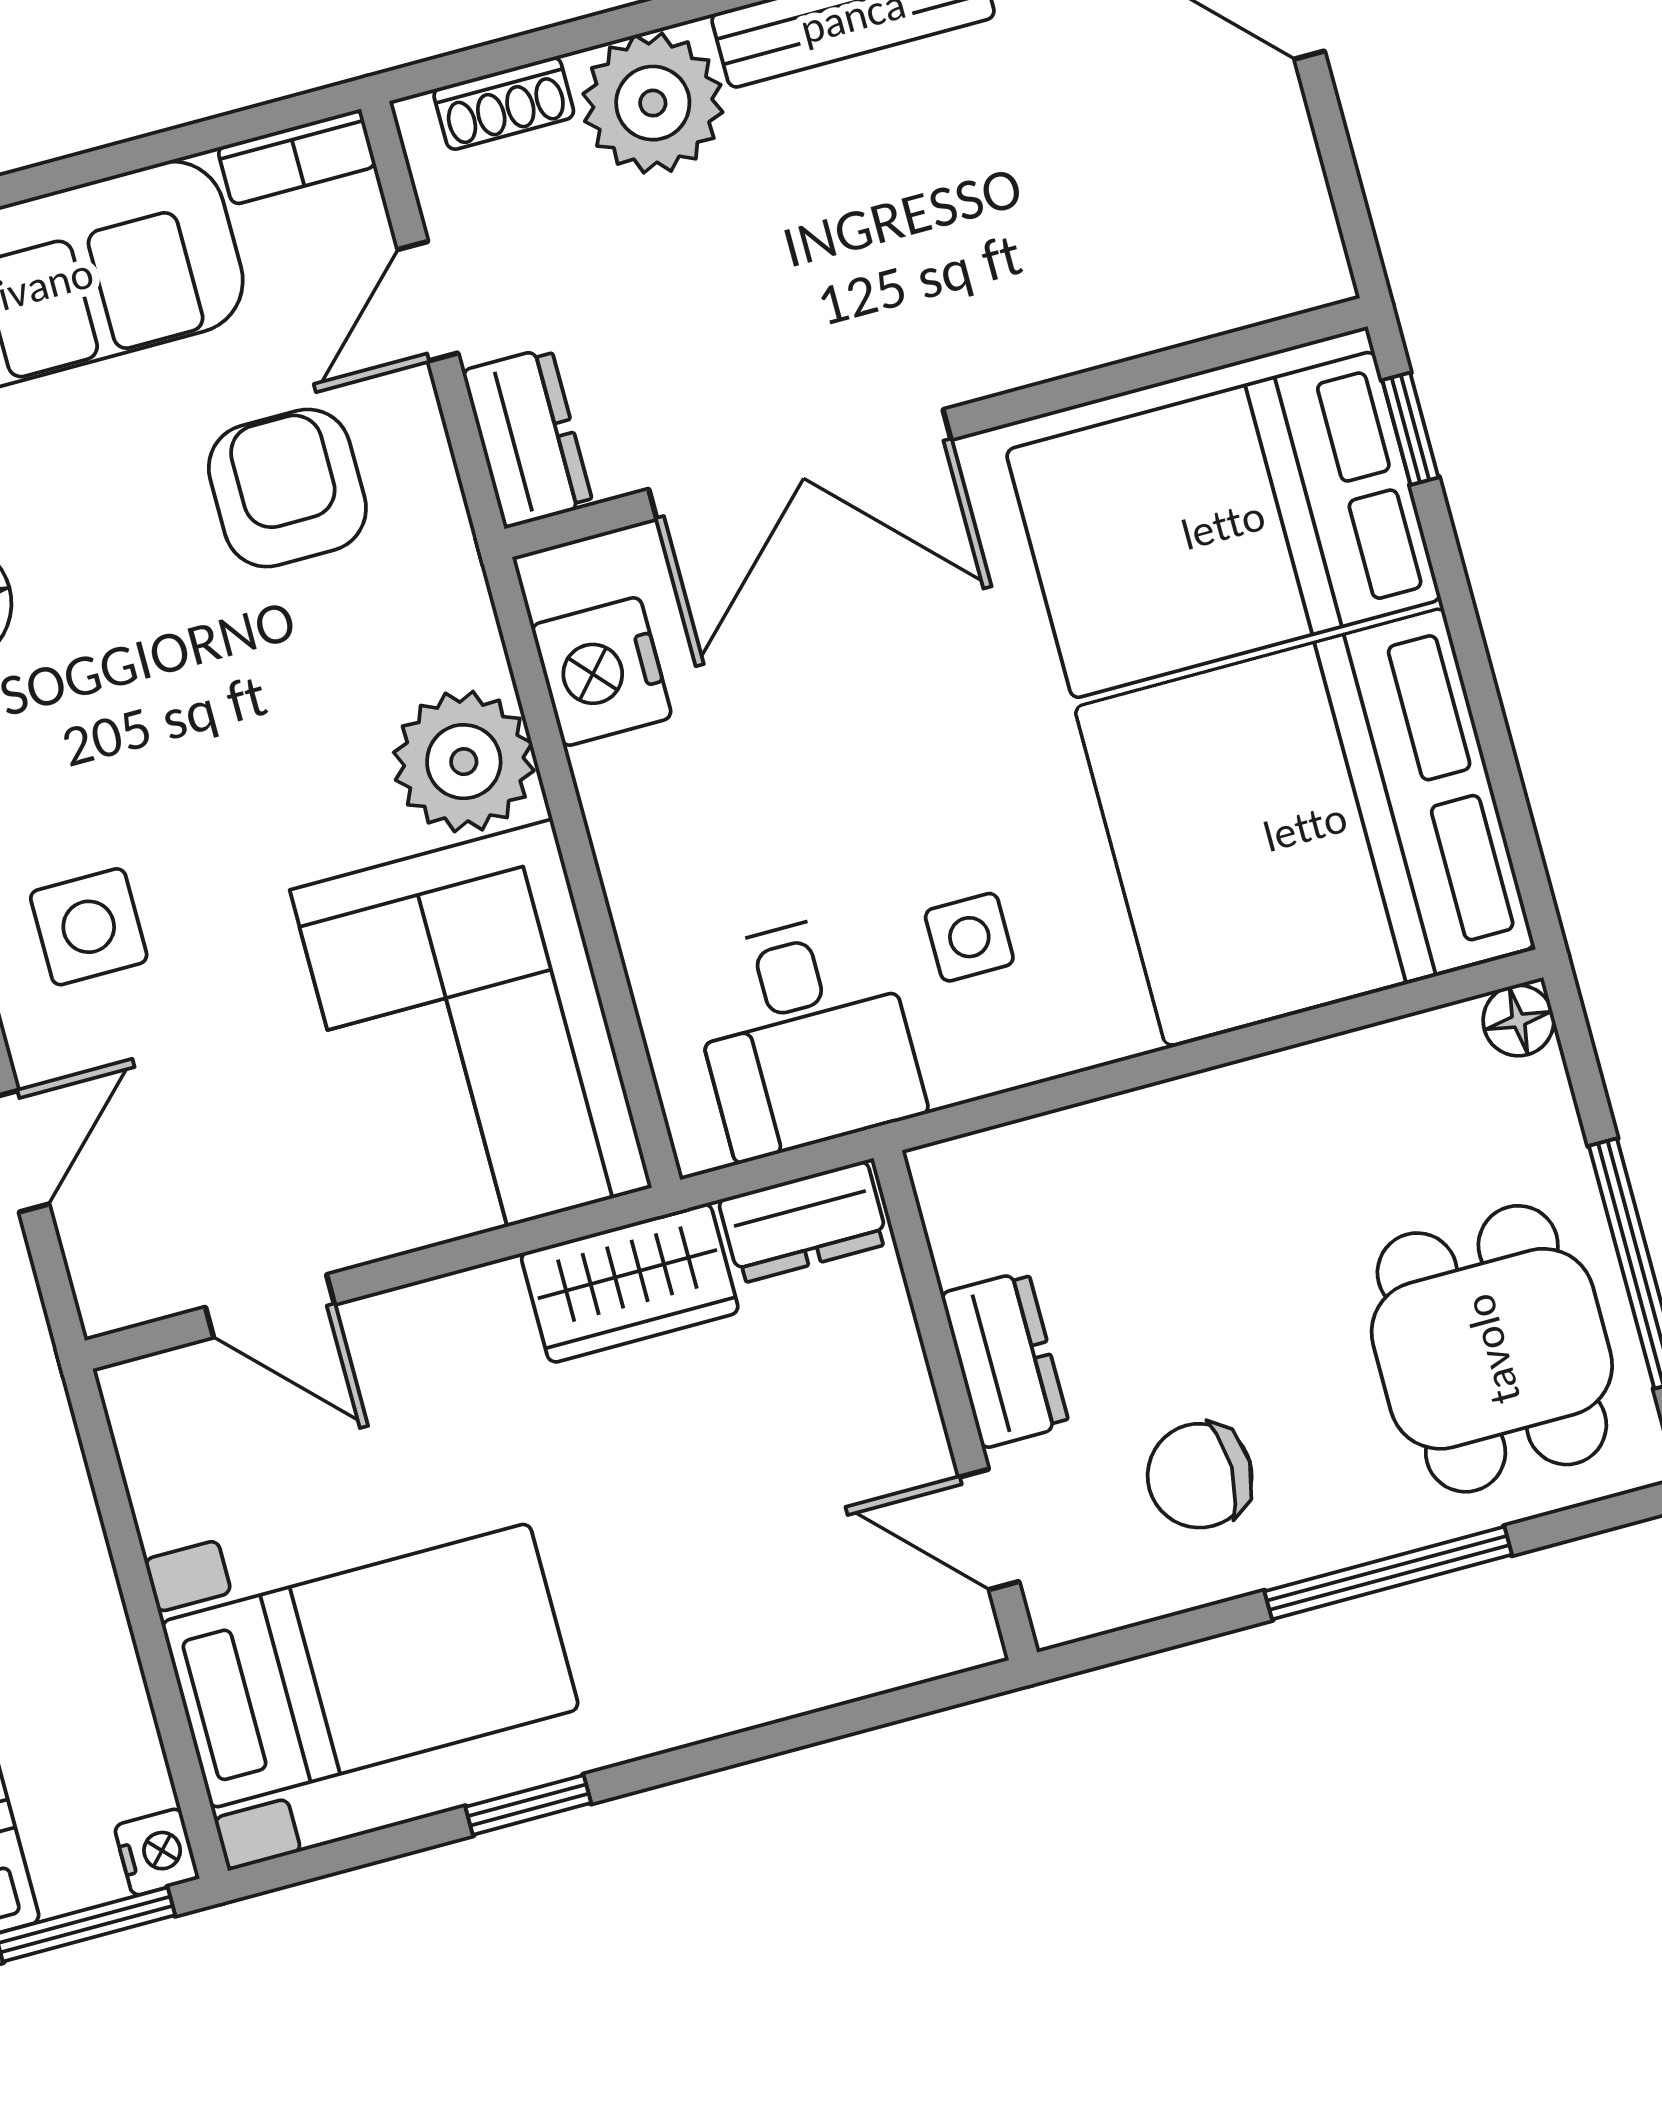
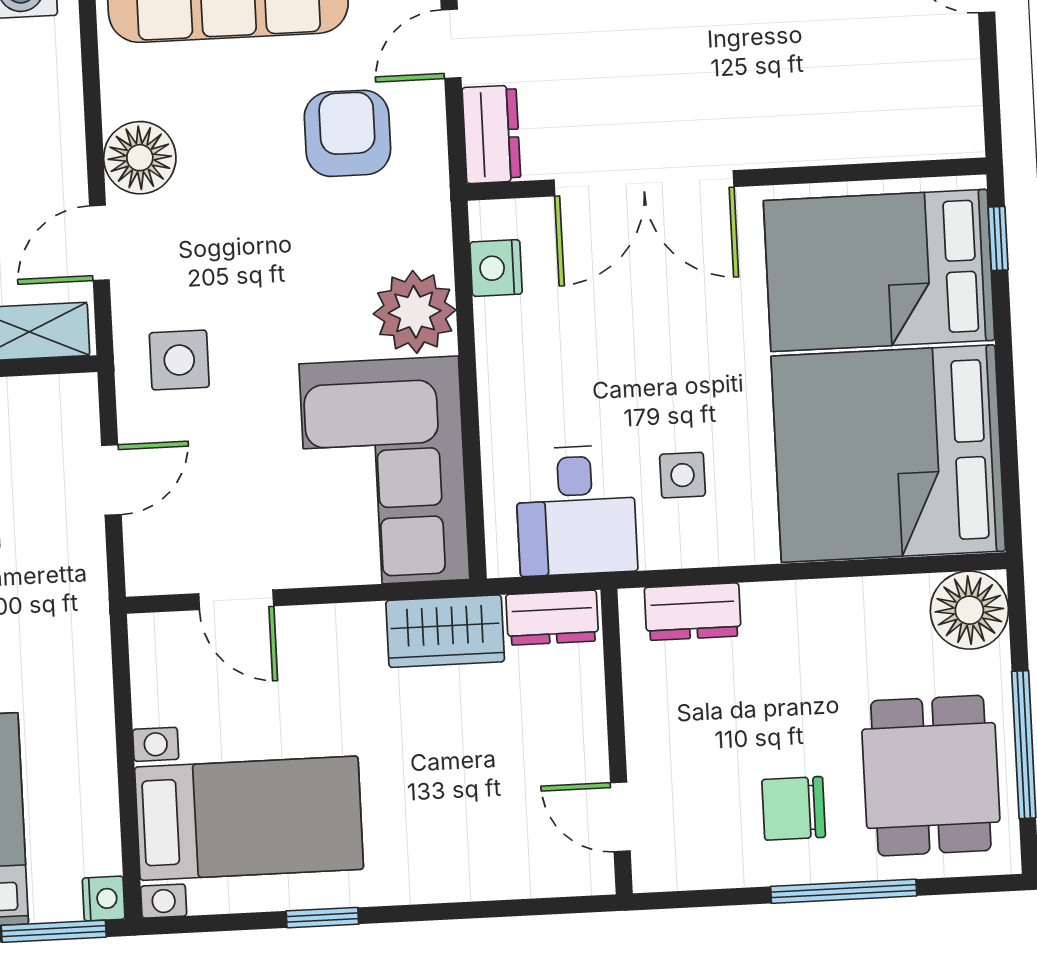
nightstand: (602, 672) -> (496, 268), width x0.74, depth x0.75
floor lamp: (1518, 1021) -> (969, 610), width x1.89, depth x1.89
dresser: (1005, 1359) -> (693, 612), moved, turned 90
chair: (1200, 1476) -> (794, 808), moved

